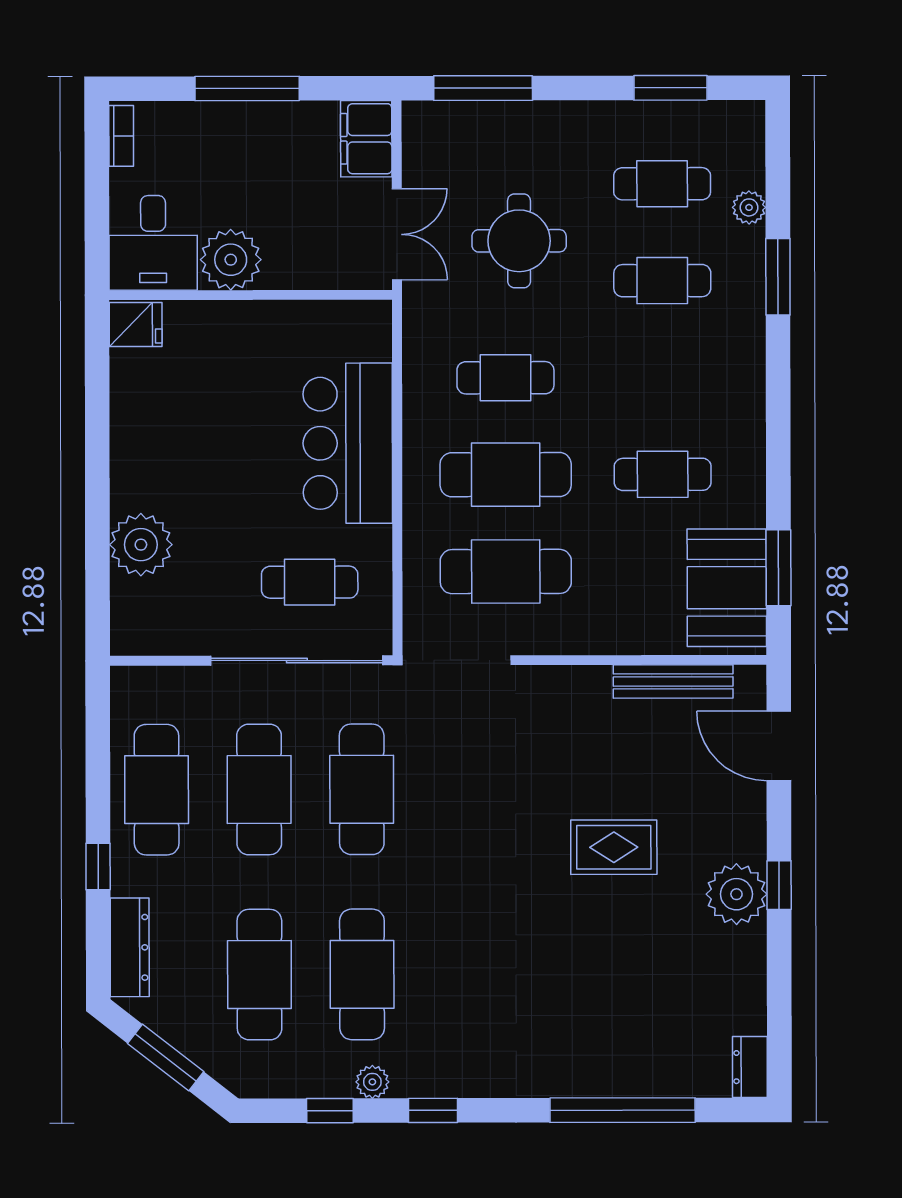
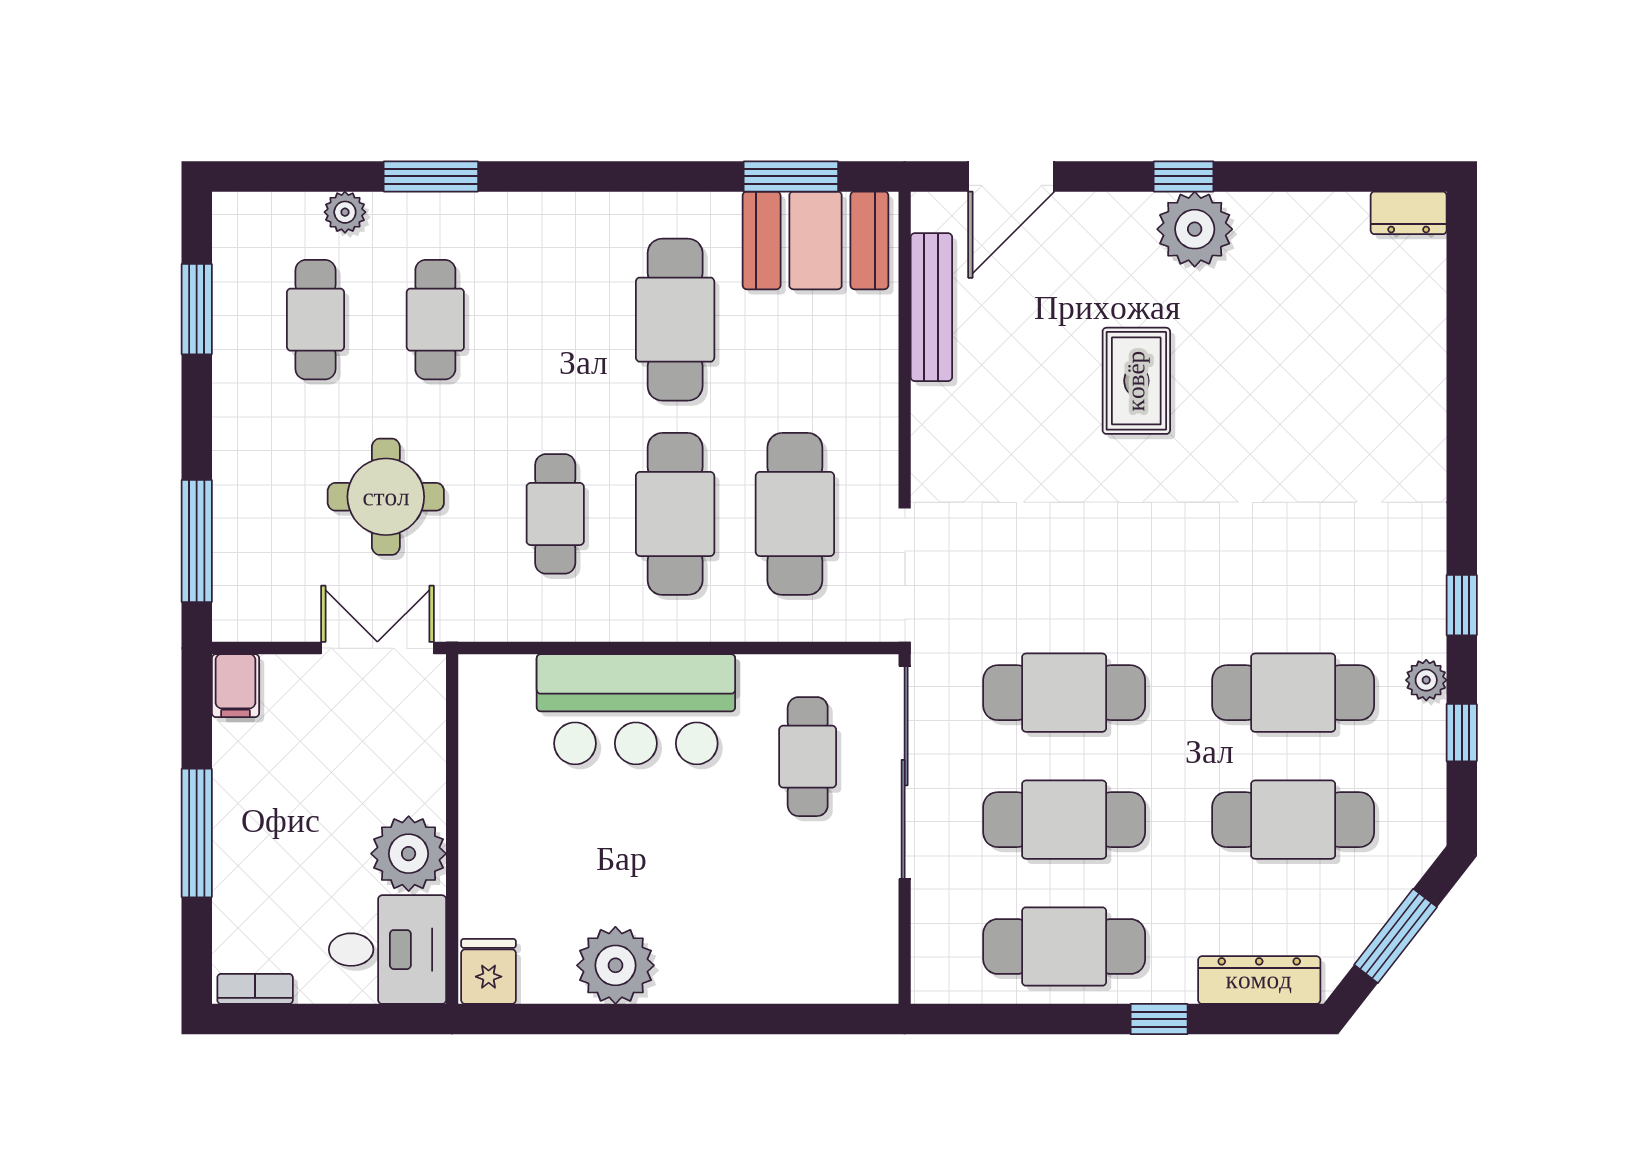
filing cabinet: (366, 139) -> (235, 686), width x0.50
cafe table: (663, 474) -> (675, 320), width x1.37, depth x1.35
plant: (141, 545) -> (615, 965), moved
window: (623, 1110) -> (1462, 371), removed

